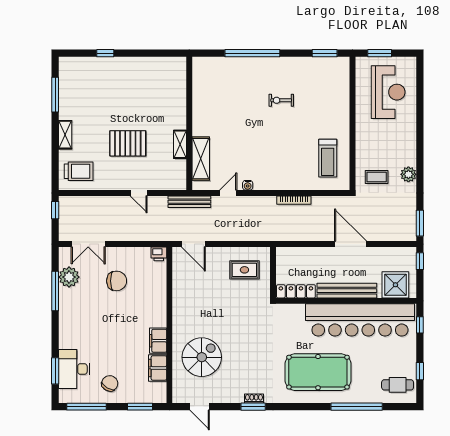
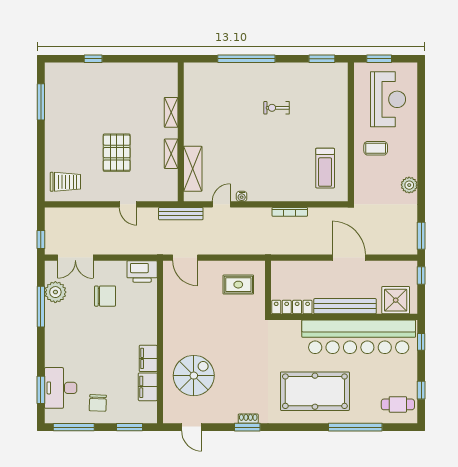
shelving: (65, 135) -> (171, 112), moved
pallet: (128, 143) -> (117, 153), turned 90
coffee table: (377, 177) -> (376, 148), moved
window: (55, 210) -> (41, 240), moved
printer: (159, 254) -> (142, 271), width x1.87, depth x1.48
chair: (110, 383) -> (98, 403), turned 152

